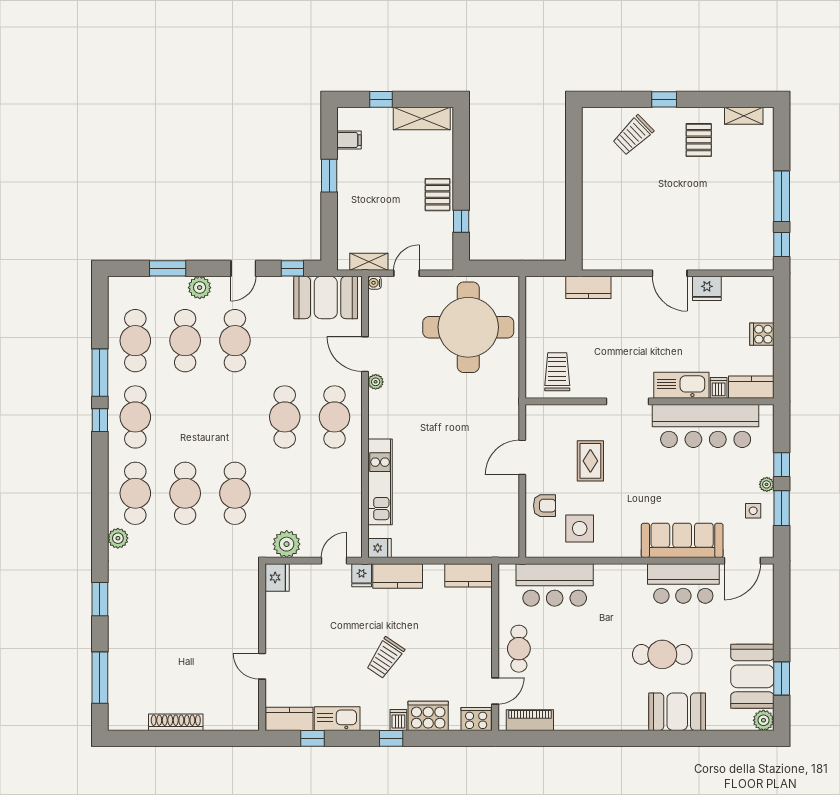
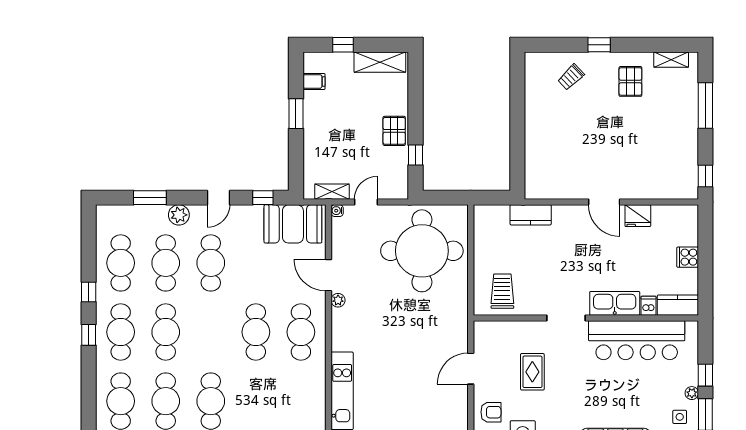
trolley: (633, 135) -> (571, 77), width x0.73, depth x0.72
window: (782, 196) -> (705, 105), moved
window: (100, 373) -> (89, 292), width x0.46
cafe table: (185, 417) -> (166, 332), added

